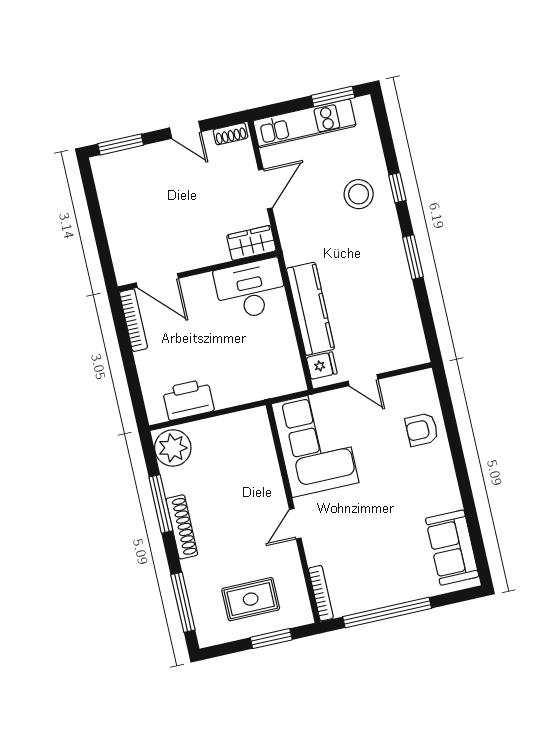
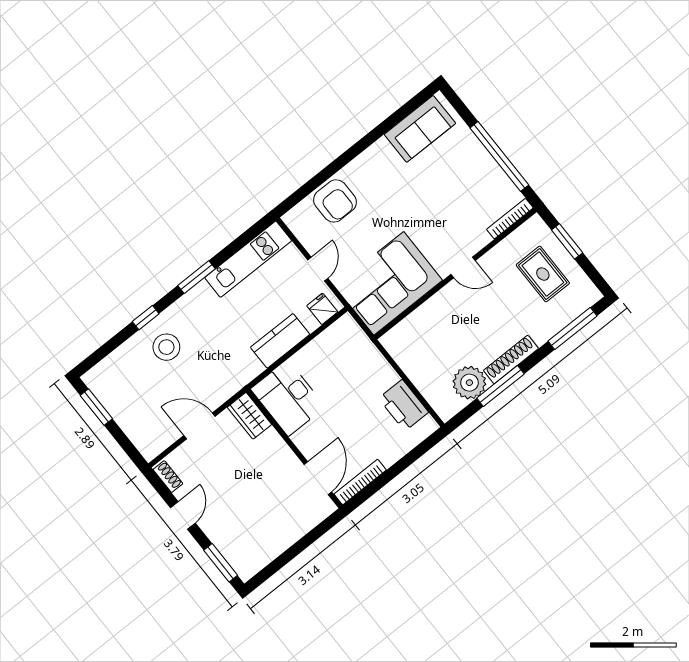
kitchen unit: (305, 123) -> (248, 259), moved, turned 90
kitchen counter: (310, 309) -> (280, 341), width x0.67
armchair: (422, 430) -> (335, 201), width x1.38, depth x1.38
plant: (173, 448) -> (469, 383), moved

